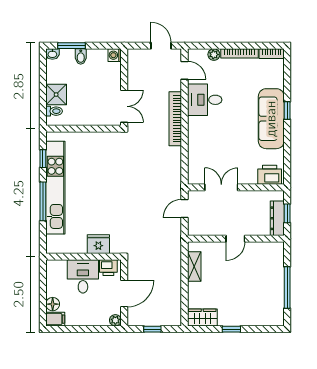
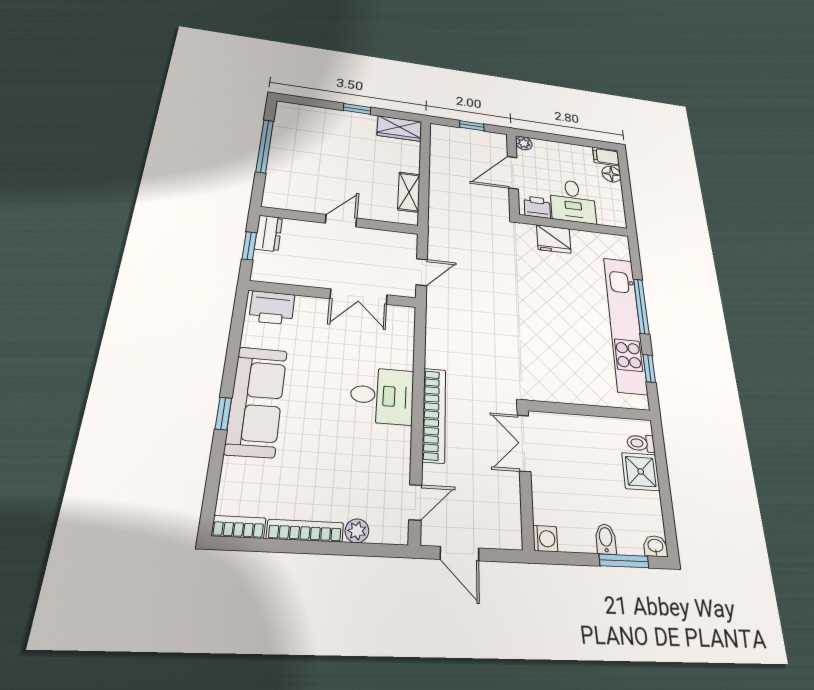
door: (185, 70) -> (415, 502), swing flipped
desk: (205, 100) -> (382, 396), moved
dresser: (277, 218) -> (268, 233), width x0.70

